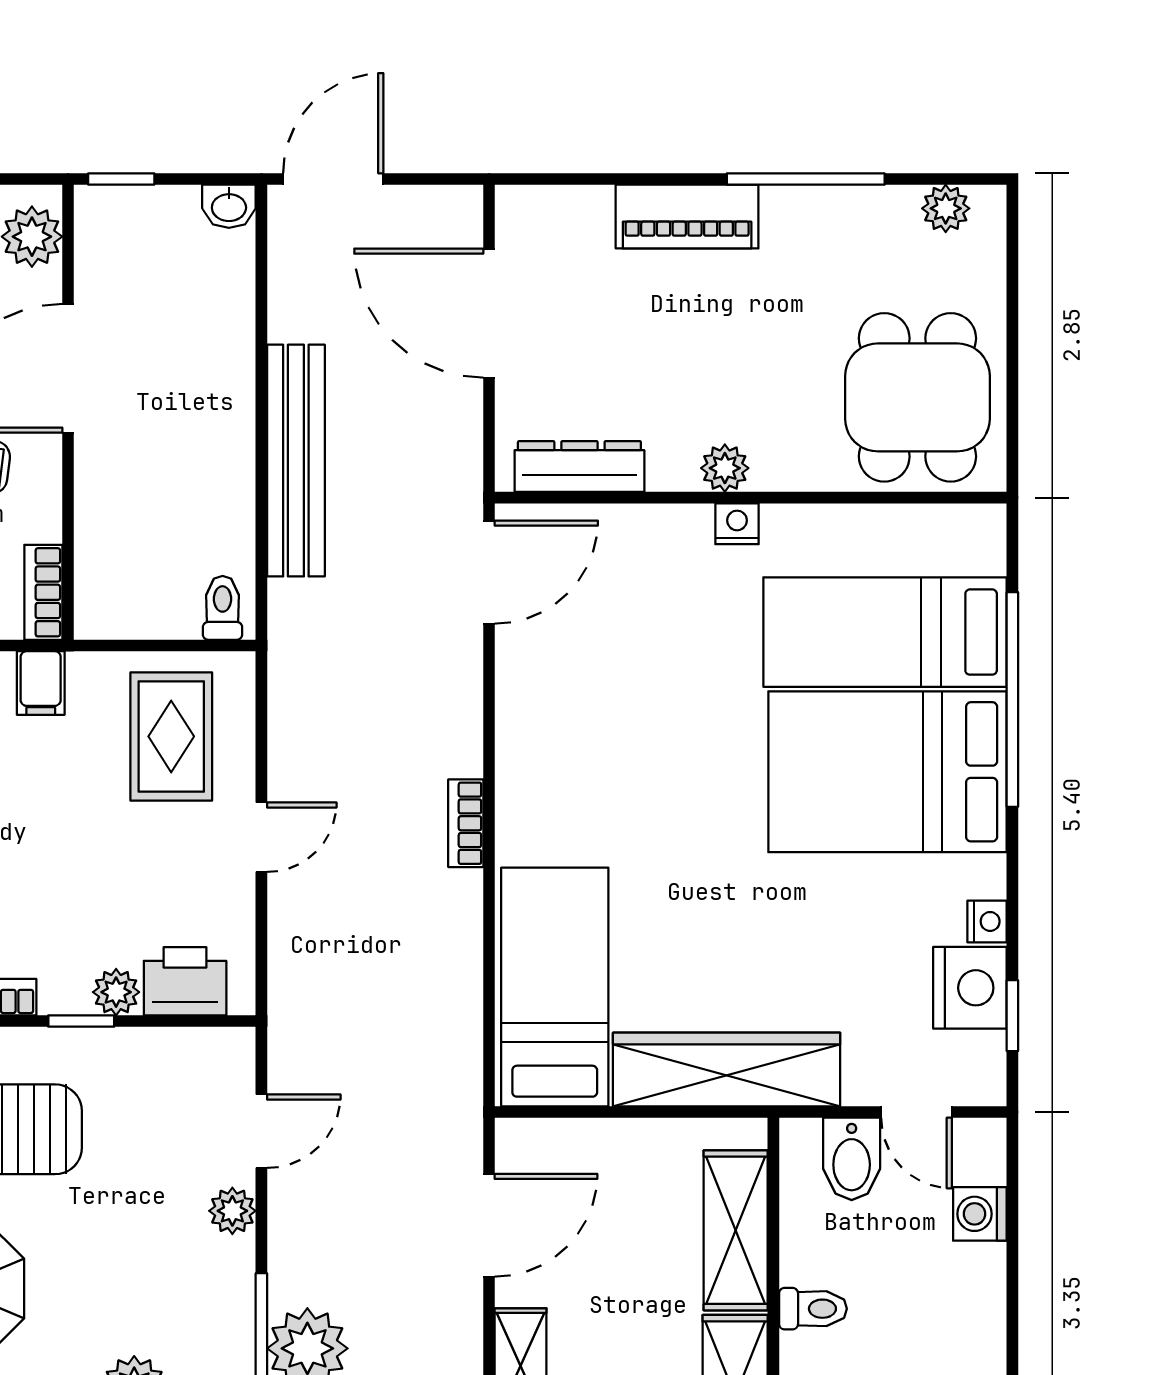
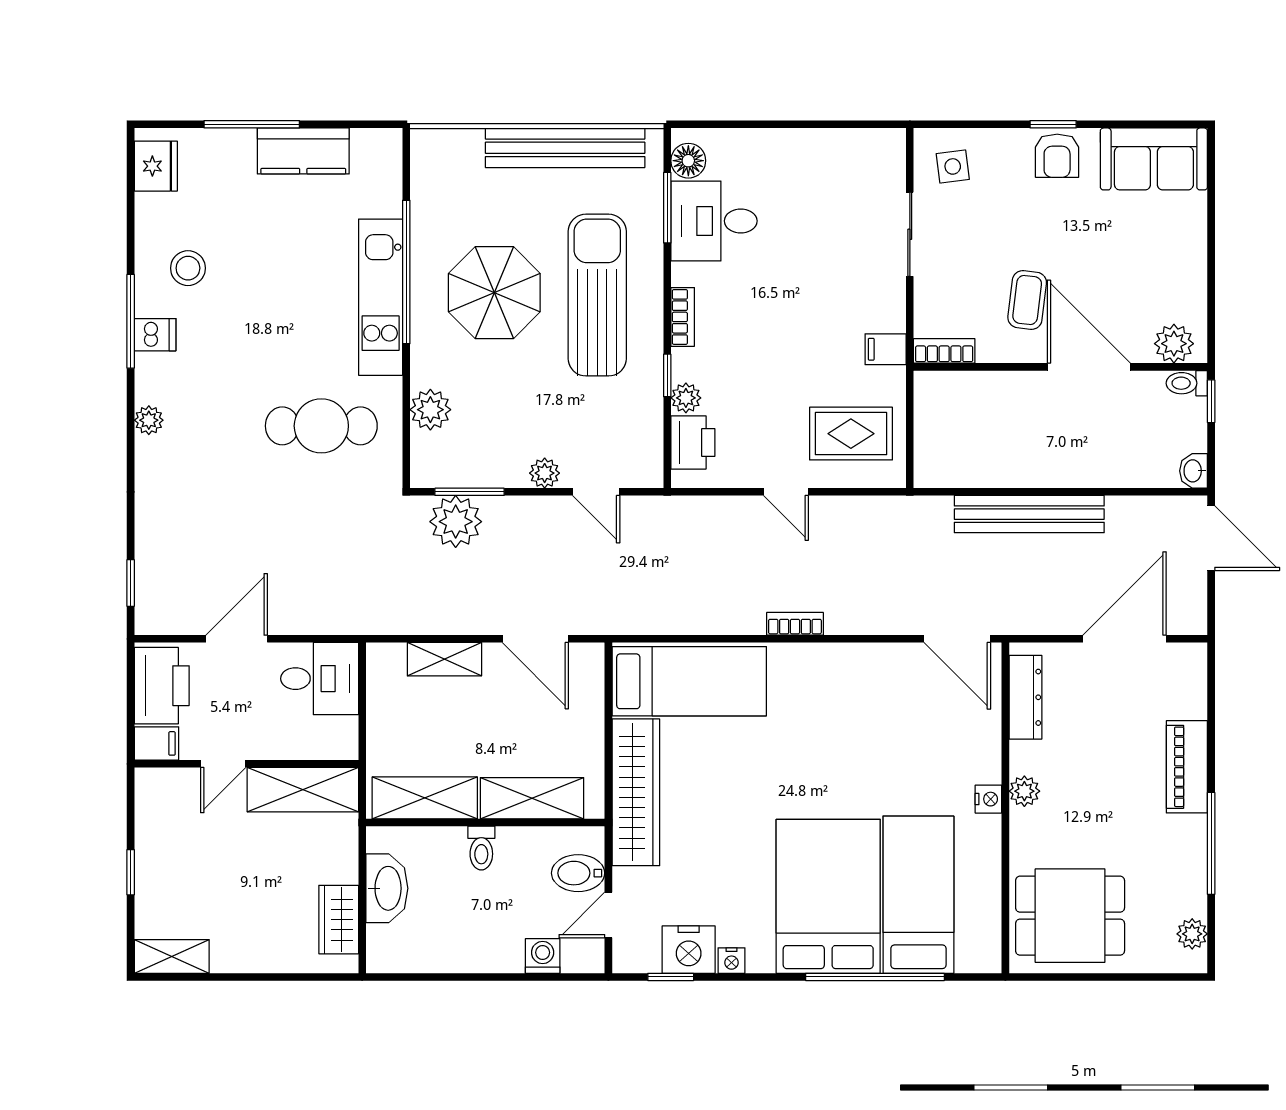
toilet: (223, 608) -> (1187, 383), moved, turned 180

